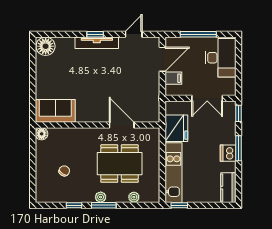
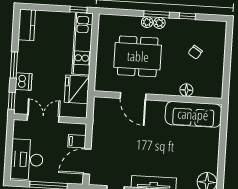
sofa: (55, 111) -> (193, 114), width x1.36
floor lamp: (42, 134) -> (186, 90), moved
dishwasher: (228, 153) -> (24, 82), moved
plant: (134, 197) -> (147, 22), moved

